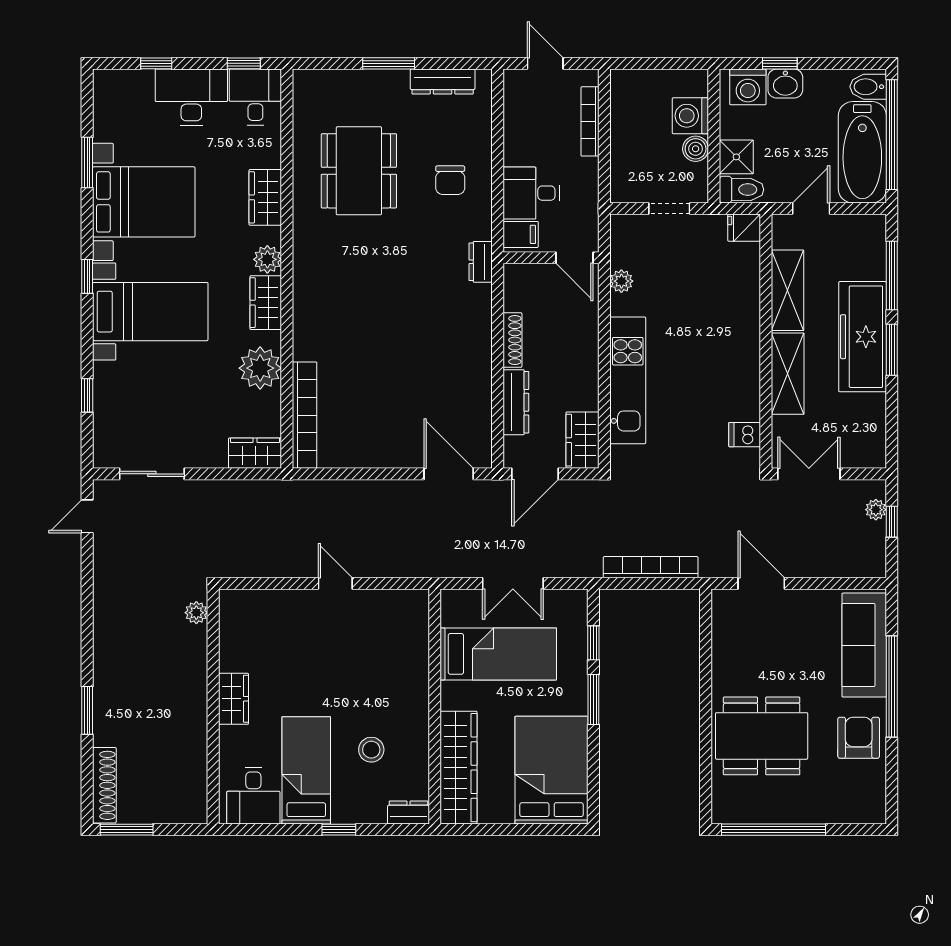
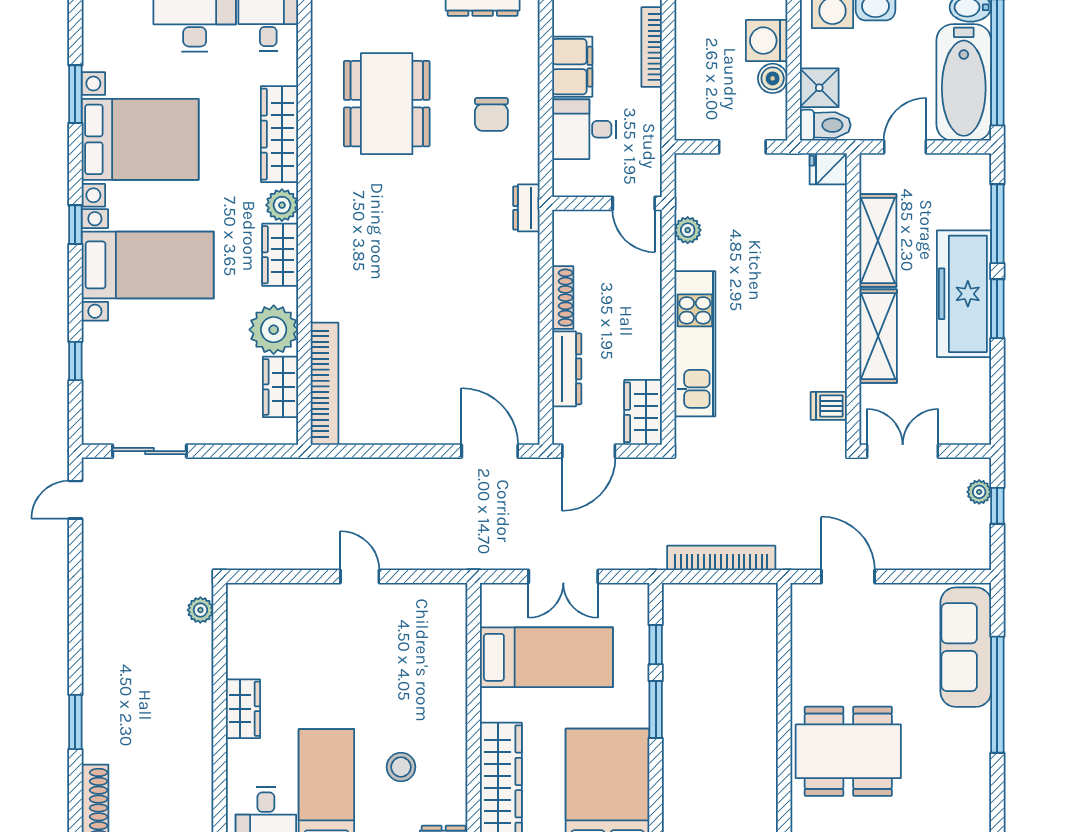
wardrobe: (265, 197) -> (280, 134), width x1.50
filing cabinet: (521, 234) -> (572, 67), moved, width x2.00
wardrobe: (255, 453) -> (280, 387), moved, turned -90
armchair: (859, 738) -> (959, 753), removed

